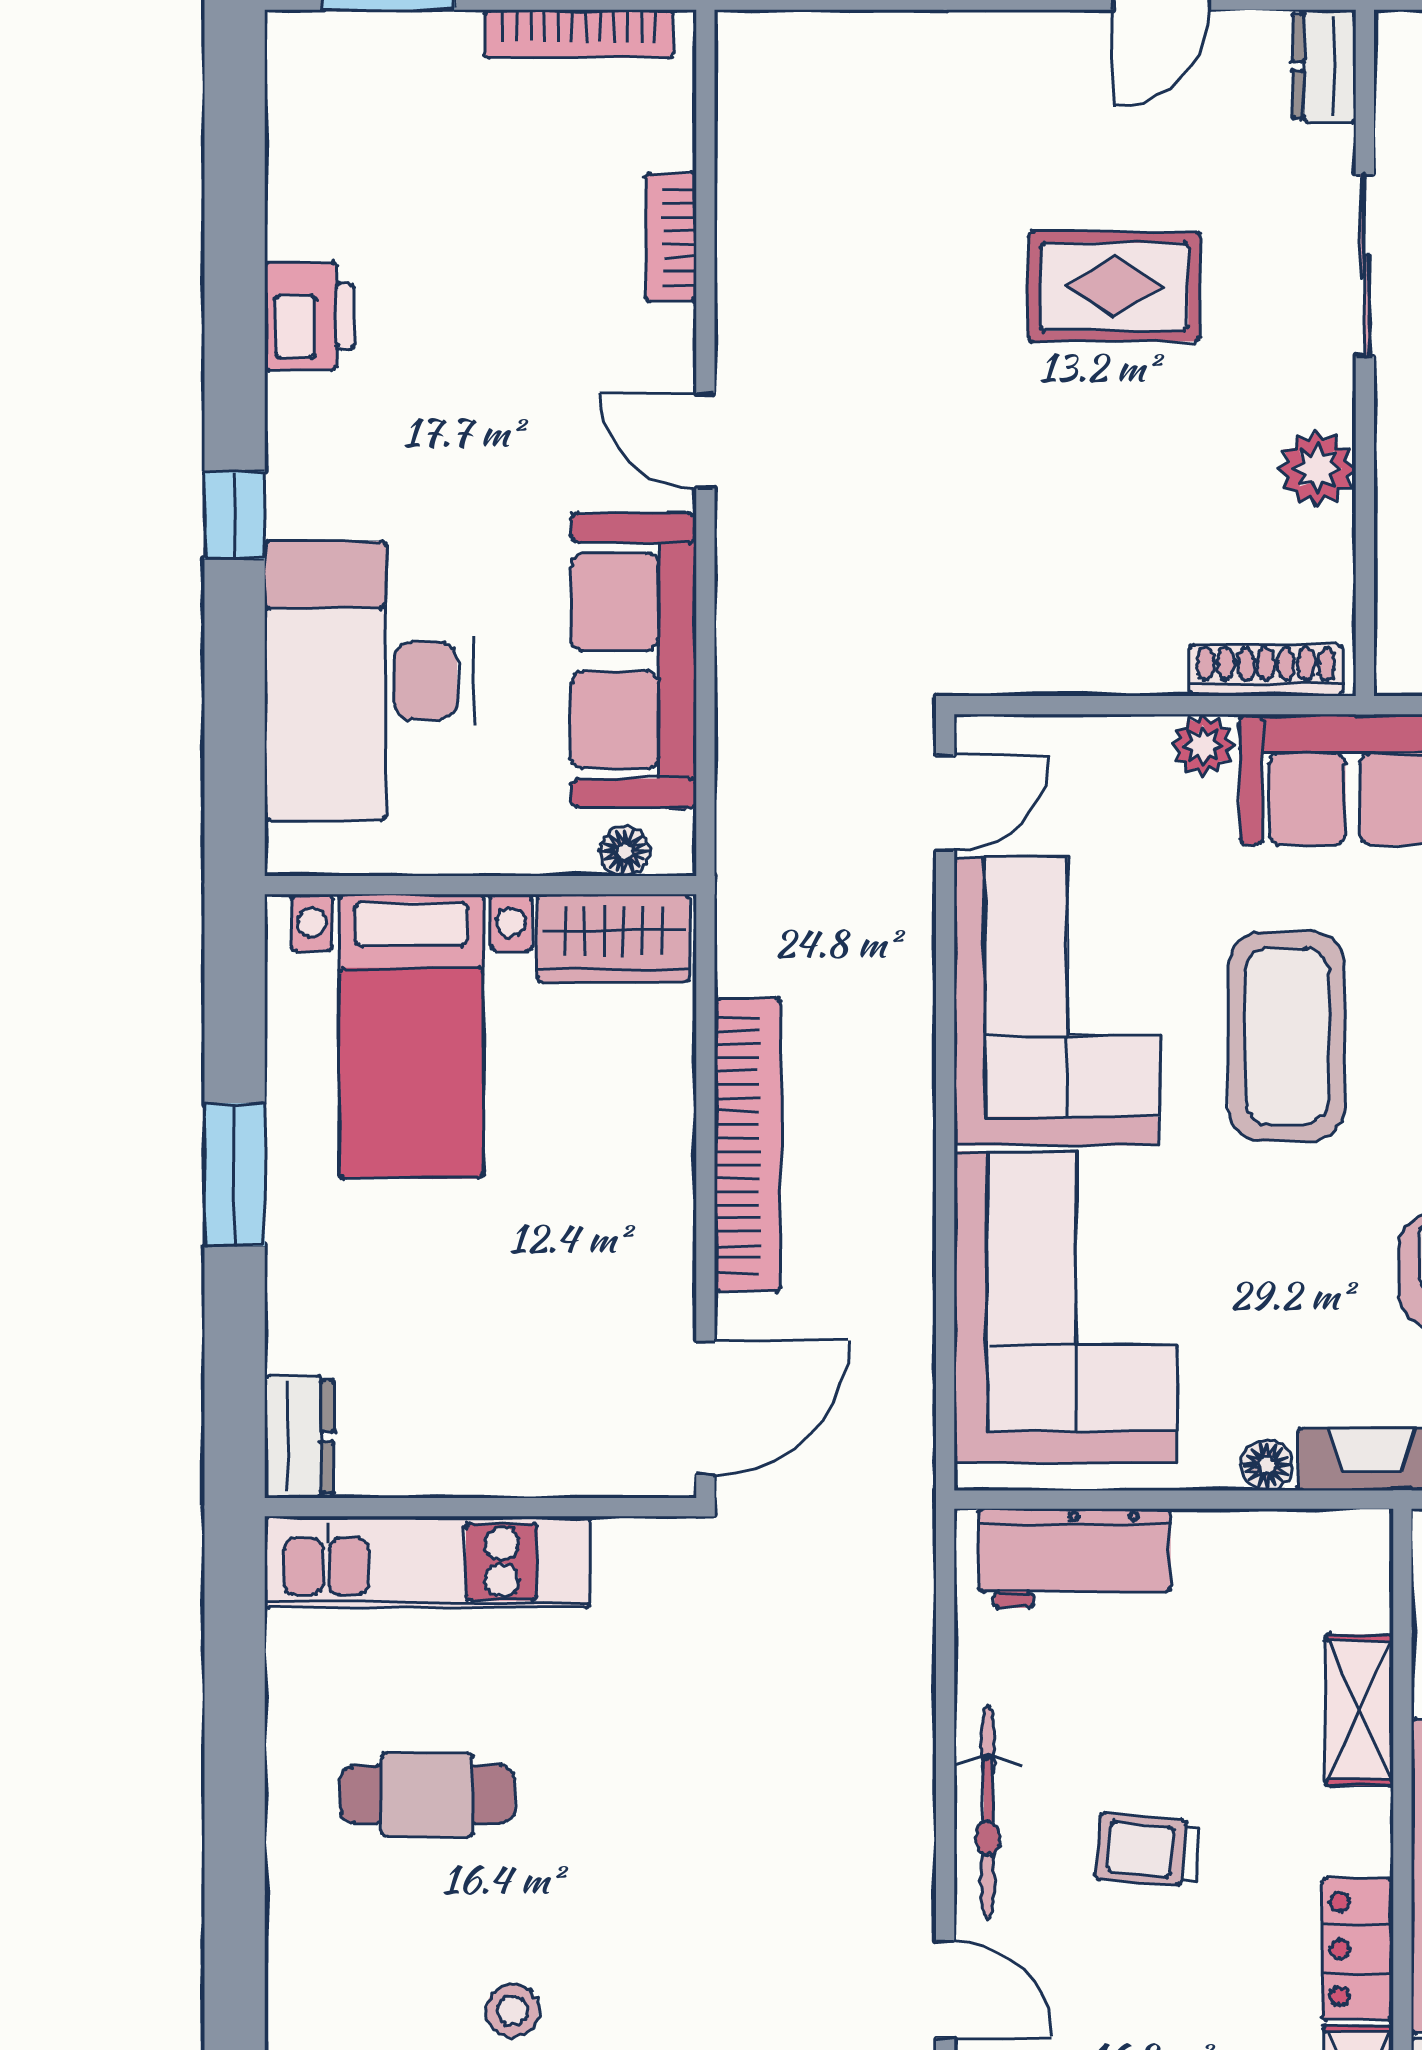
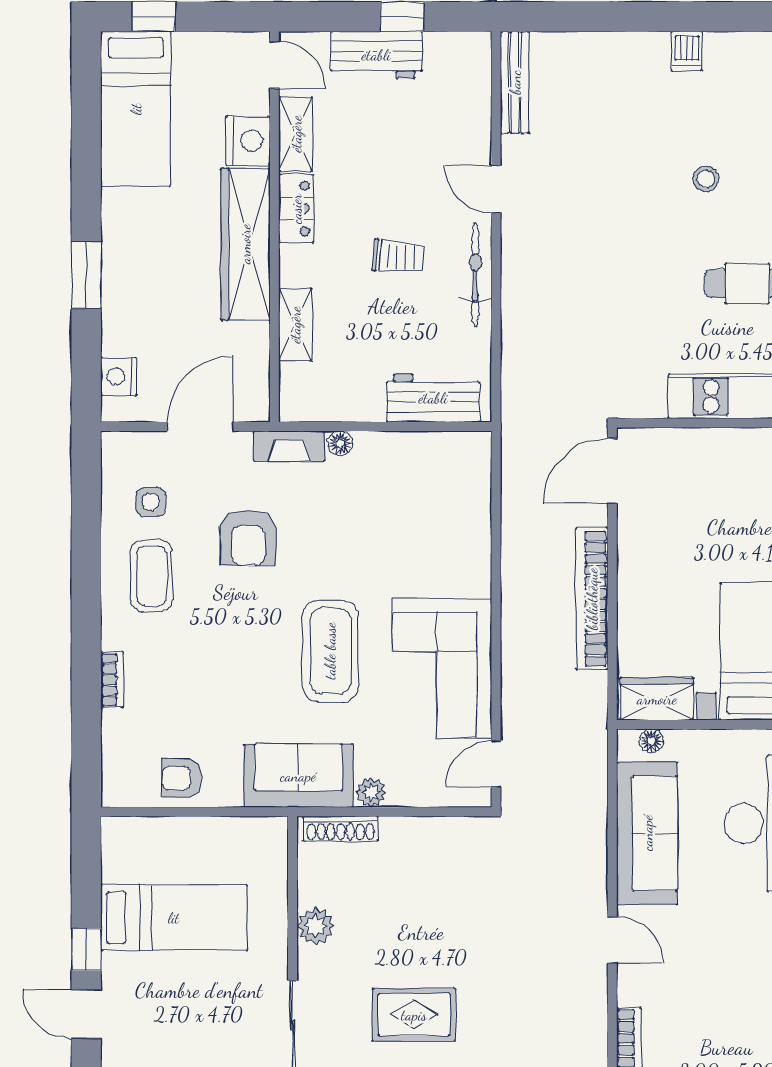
corner sofa: (1065, 1307) -> (438, 520), removed

